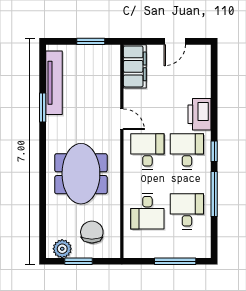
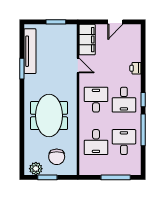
printer: (199, 114) -> (135, 68), width x0.53, depth x0.68
door: (122, 119) -> (78, 66), moved
desk: (187, 151) -> (124, 100), turned 180
chair: (92, 232) -> (57, 157), turned 180

